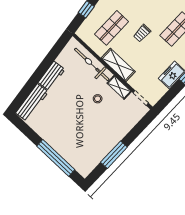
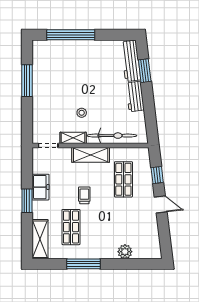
trolley: (142, 33) -> (84, 195), moved
window: (29, 87) -> (145, 71), added

